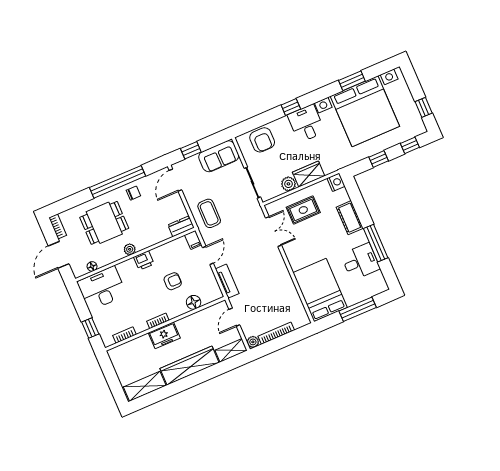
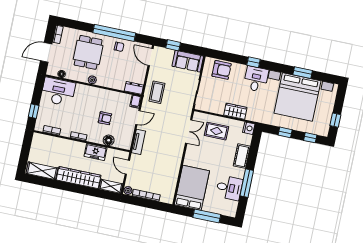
armchair: (262, 140) -> (222, 70), turned -90
door: (175, 180) -> (151, 57), hinge flipped
plant: (288, 184) -> (219, 109), removed
dining table: (104, 223) -> (88, 52), turned 90
printer: (144, 260) -> (96, 93), removed
door: (234, 317) -> (127, 167), hinge flipped
freezer: (164, 335) -> (96, 152), moved

